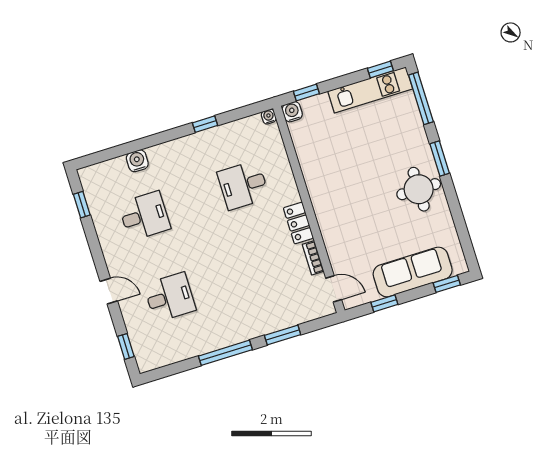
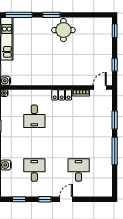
sofa: (413, 272) -> (104, 46), removed
window: (126, 346) -> (45, 199), moved

